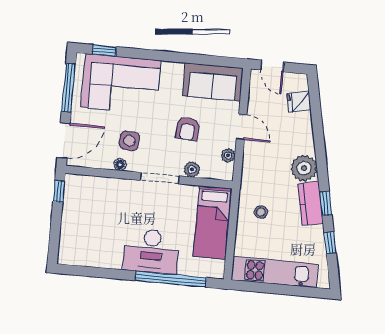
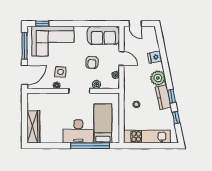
fridge: (299, 102) -> (155, 57), moved
window: (59, 192) -> (24, 103), removed
bed: (212, 222) -> (103, 124), moved, turned 180
wardrobe: (71, 235) -> (33, 127), added

